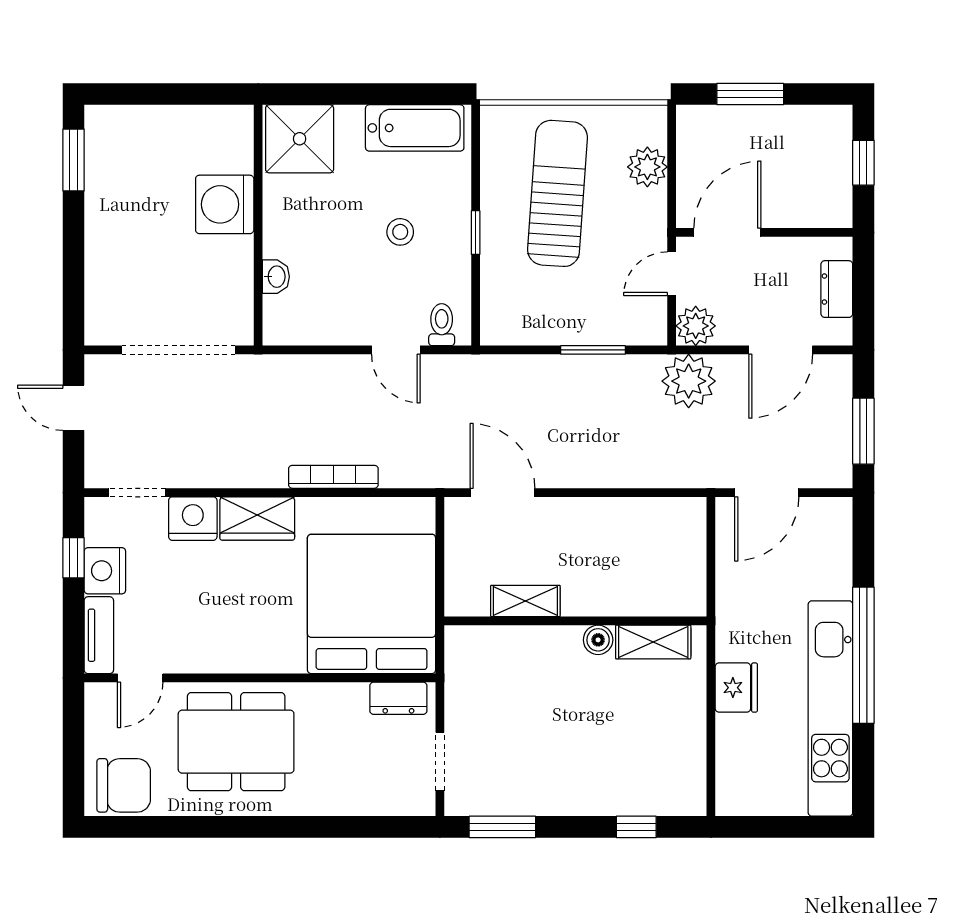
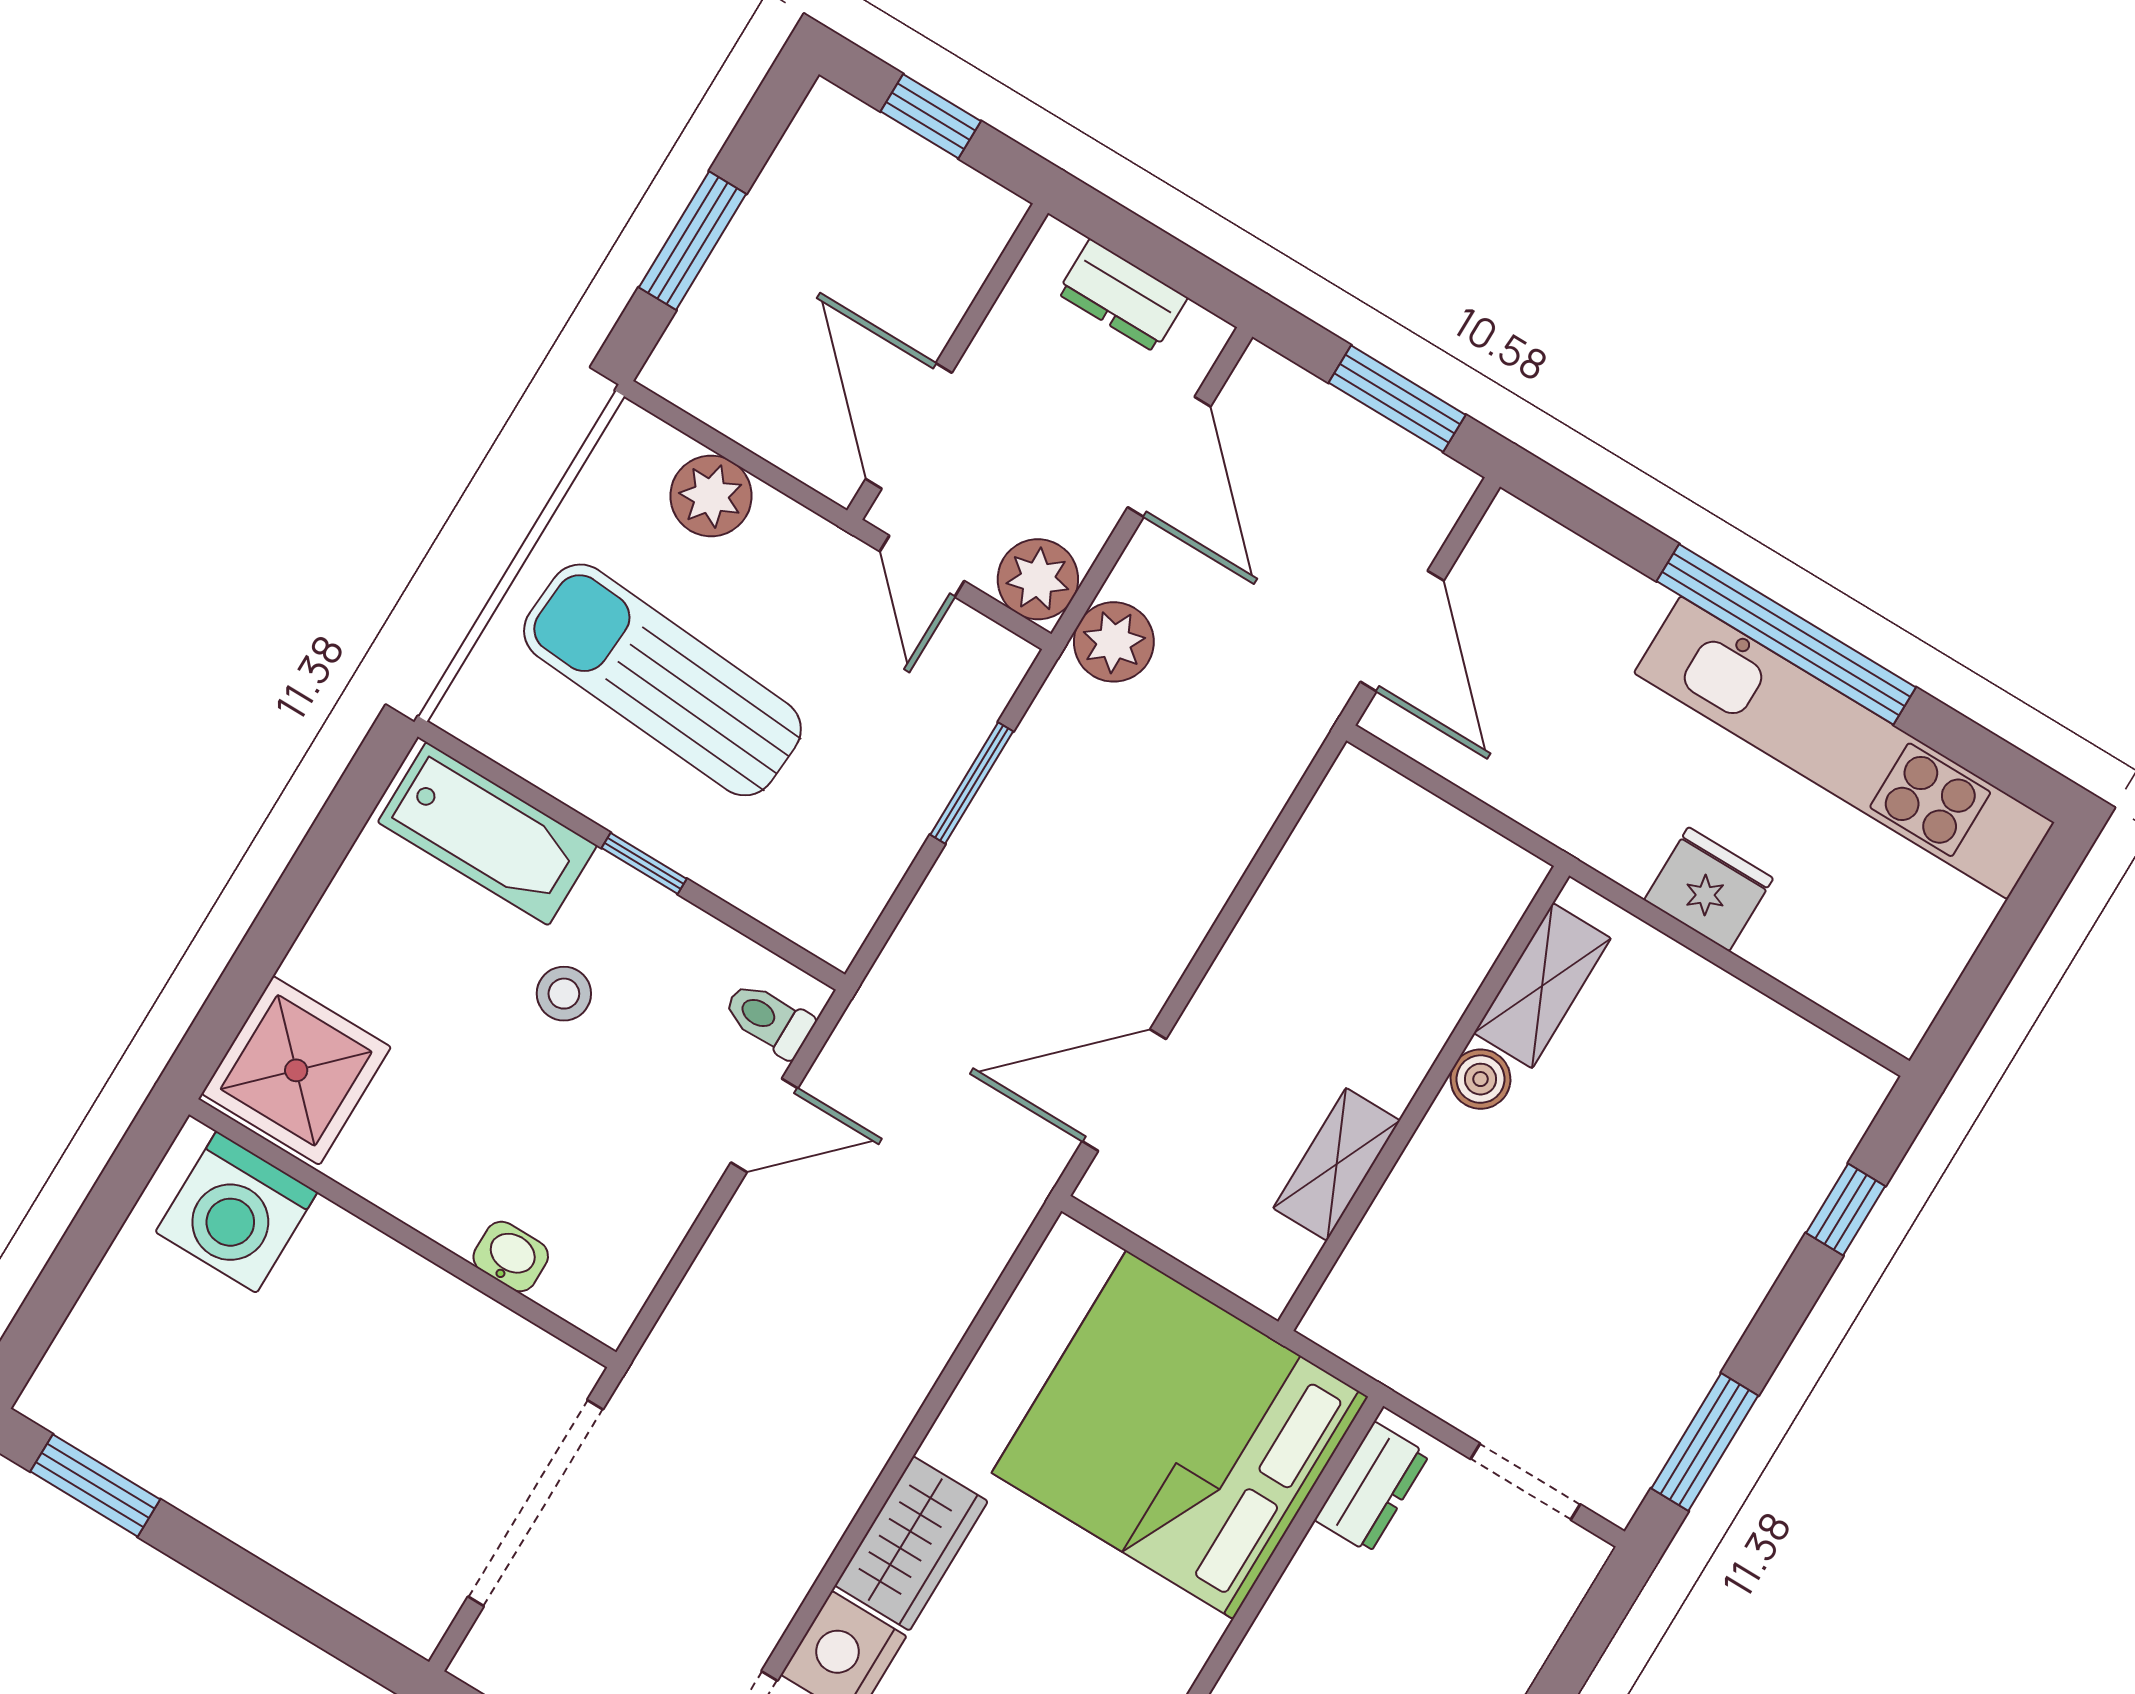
bathtub: (415, 128) -> (487, 834), moved, turned 90
washing machine: (225, 204) -> (236, 1212), moved
plant: (689, 381) -> (1114, 642), width x0.73, depth x0.73
bookcase: (333, 477) -> (919, 1367), removed

